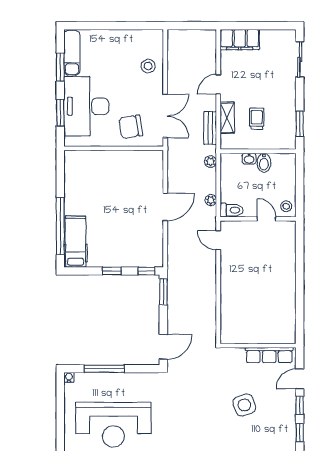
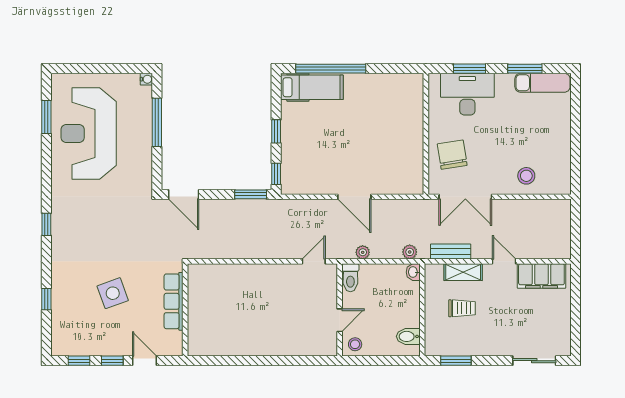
filing cabinet: (240, 40) -> (541, 276), moved, turned -90
desk: (86, 106) -> (467, 94), width x0.73, depth x0.77
washbasin: (249, 159) -> (413, 272), moved
bidet: (264, 163) -> (408, 336), moved
row of seats: (269, 355) -> (174, 301), moved

